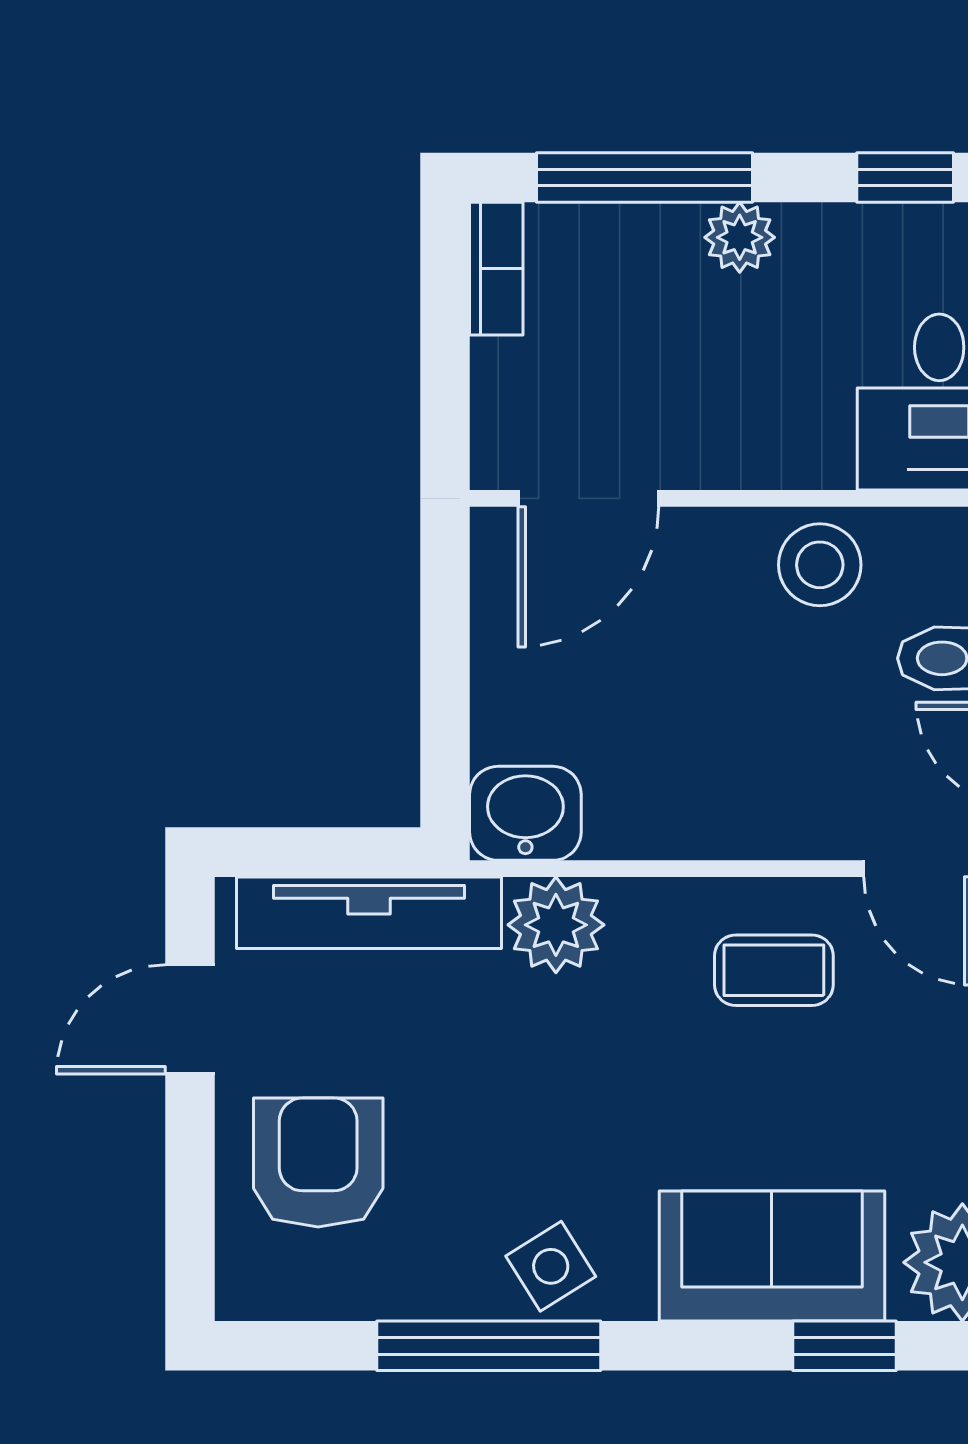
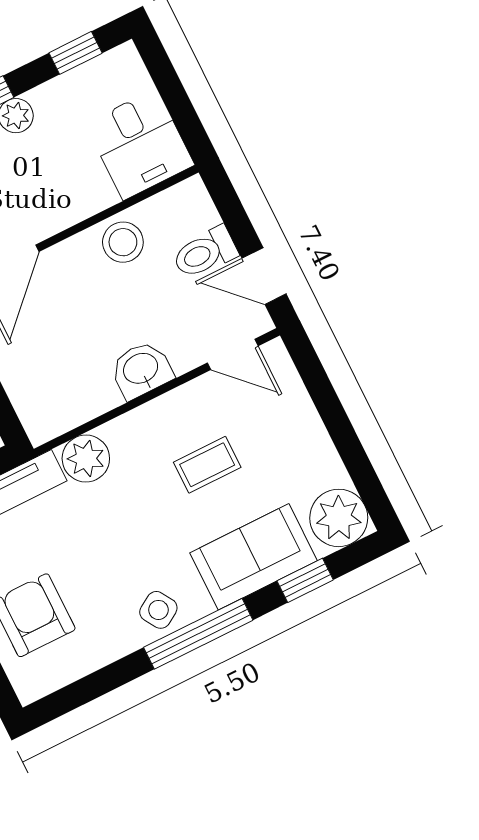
washbasin: (525, 813) -> (141, 370), moved
coffee table: (774, 970) -> (207, 465), moved
window: (489, 1346) -> (198, 634), moved

